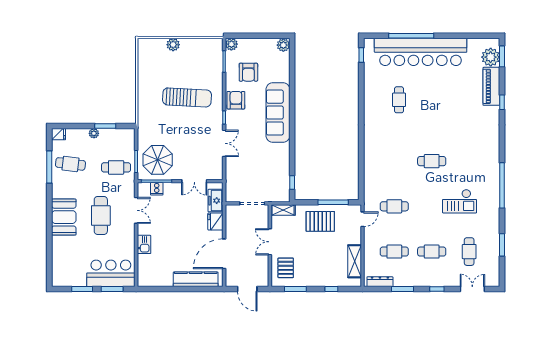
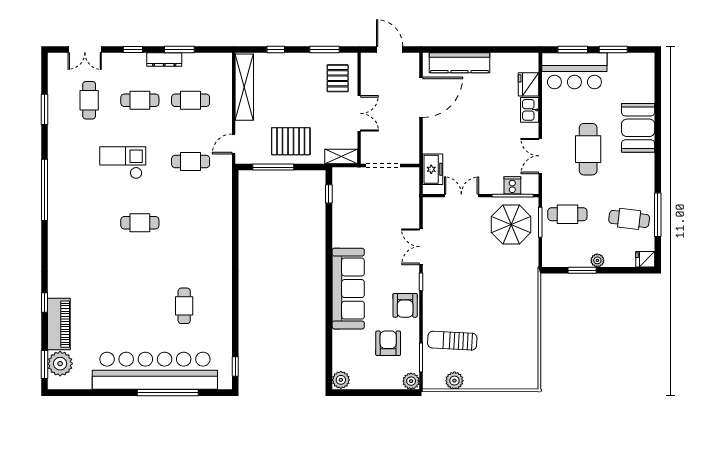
plant: (173, 45) -> (454, 381), moved
sun lounger: (187, 97) -> (452, 341), moved, width x0.73, depth x0.75
checkout: (460, 201) -> (123, 163), moved
booth: (64, 217) -> (638, 128), moved
fridge: (215, 221) -> (529, 84), moved, turned 180
shelving: (355, 261) -> (244, 87), width x1.47
dresser: (380, 282) -> (164, 59), moved

